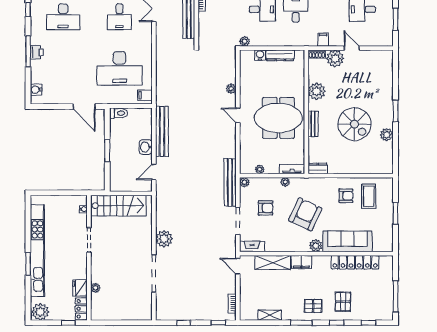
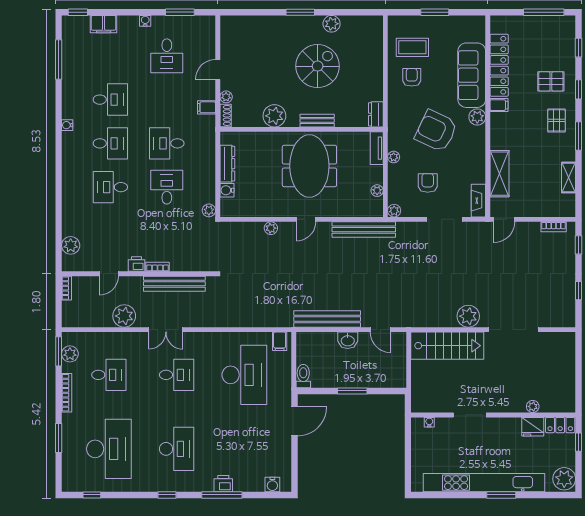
plant: (335, 58) -> (226, 97), width x0.53, depth x0.53
bench: (230, 182) -> (364, 230), moved
stairs: (118, 206) -> (447, 346), moved, turned 90
filing cabinet: (301, 262) -> (499, 105), moved, width x0.50

